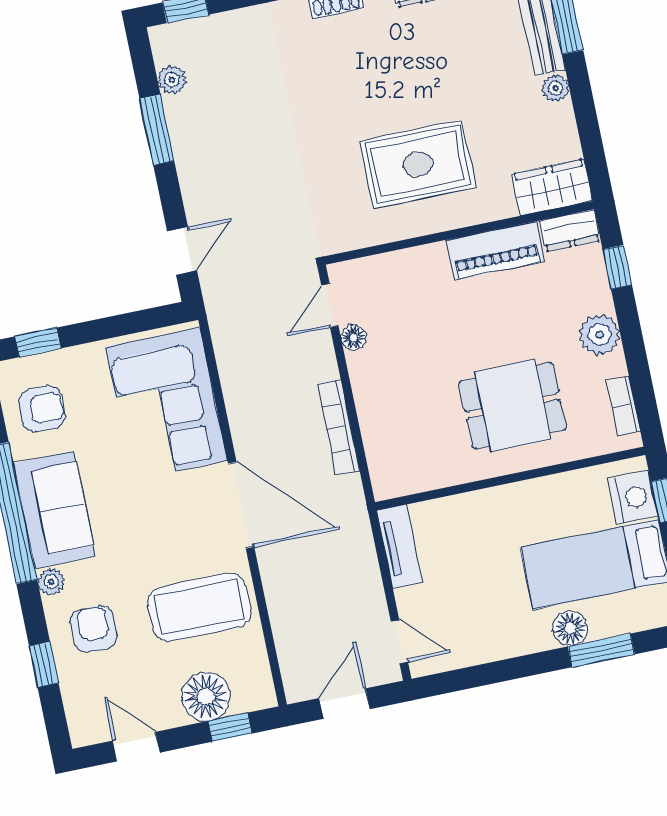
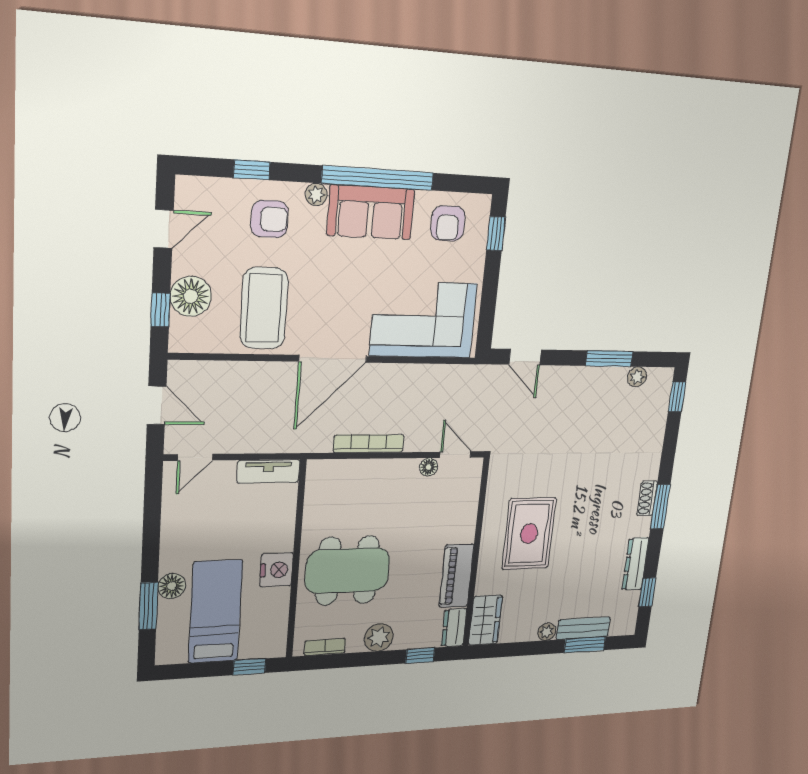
dining table: (513, 406) -> (348, 571), width x1.38
nightstand: (633, 498) -> (276, 570), moved, turned -90

